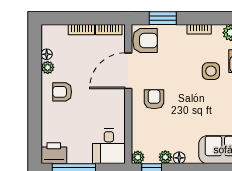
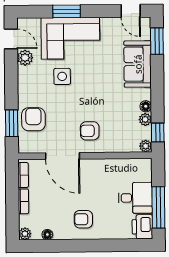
bookcase: (199, 29) -> (22, 88), removed
armchair: (145, 41) -> (33, 119), moved
plant: (48, 67) -> (25, 234), moved
armchair: (62, 92) -> (83, 219), turned 90
desk: (109, 146) -> (135, 198), moved

